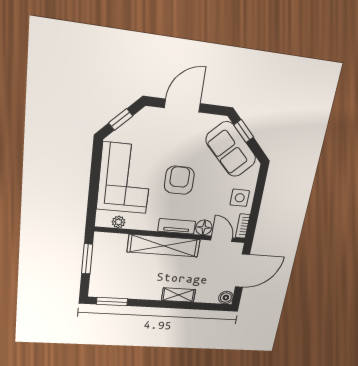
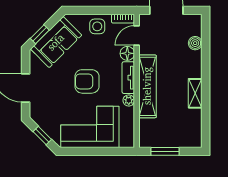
plant: (118, 222) -> (129, 100), moved
shelving: (179, 295) -> (195, 93), moved
boiler: (226, 298) -> (195, 43), moved
window: (112, 302) -> (206, 126), removed

